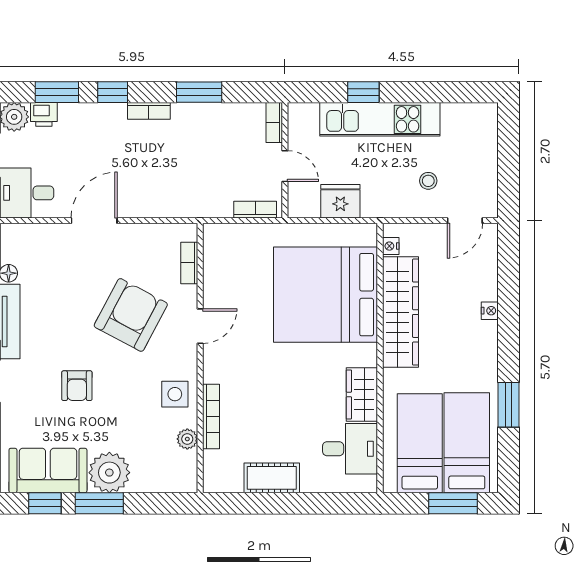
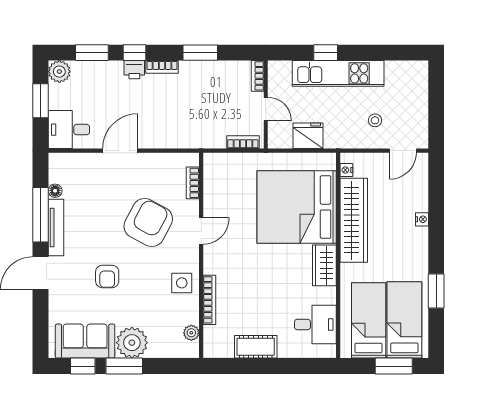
printer: (44, 114) -> (134, 70), moved
wardrobe: (362, 394) -> (324, 265), moved
plant: (187, 439) -> (191, 333), moved

